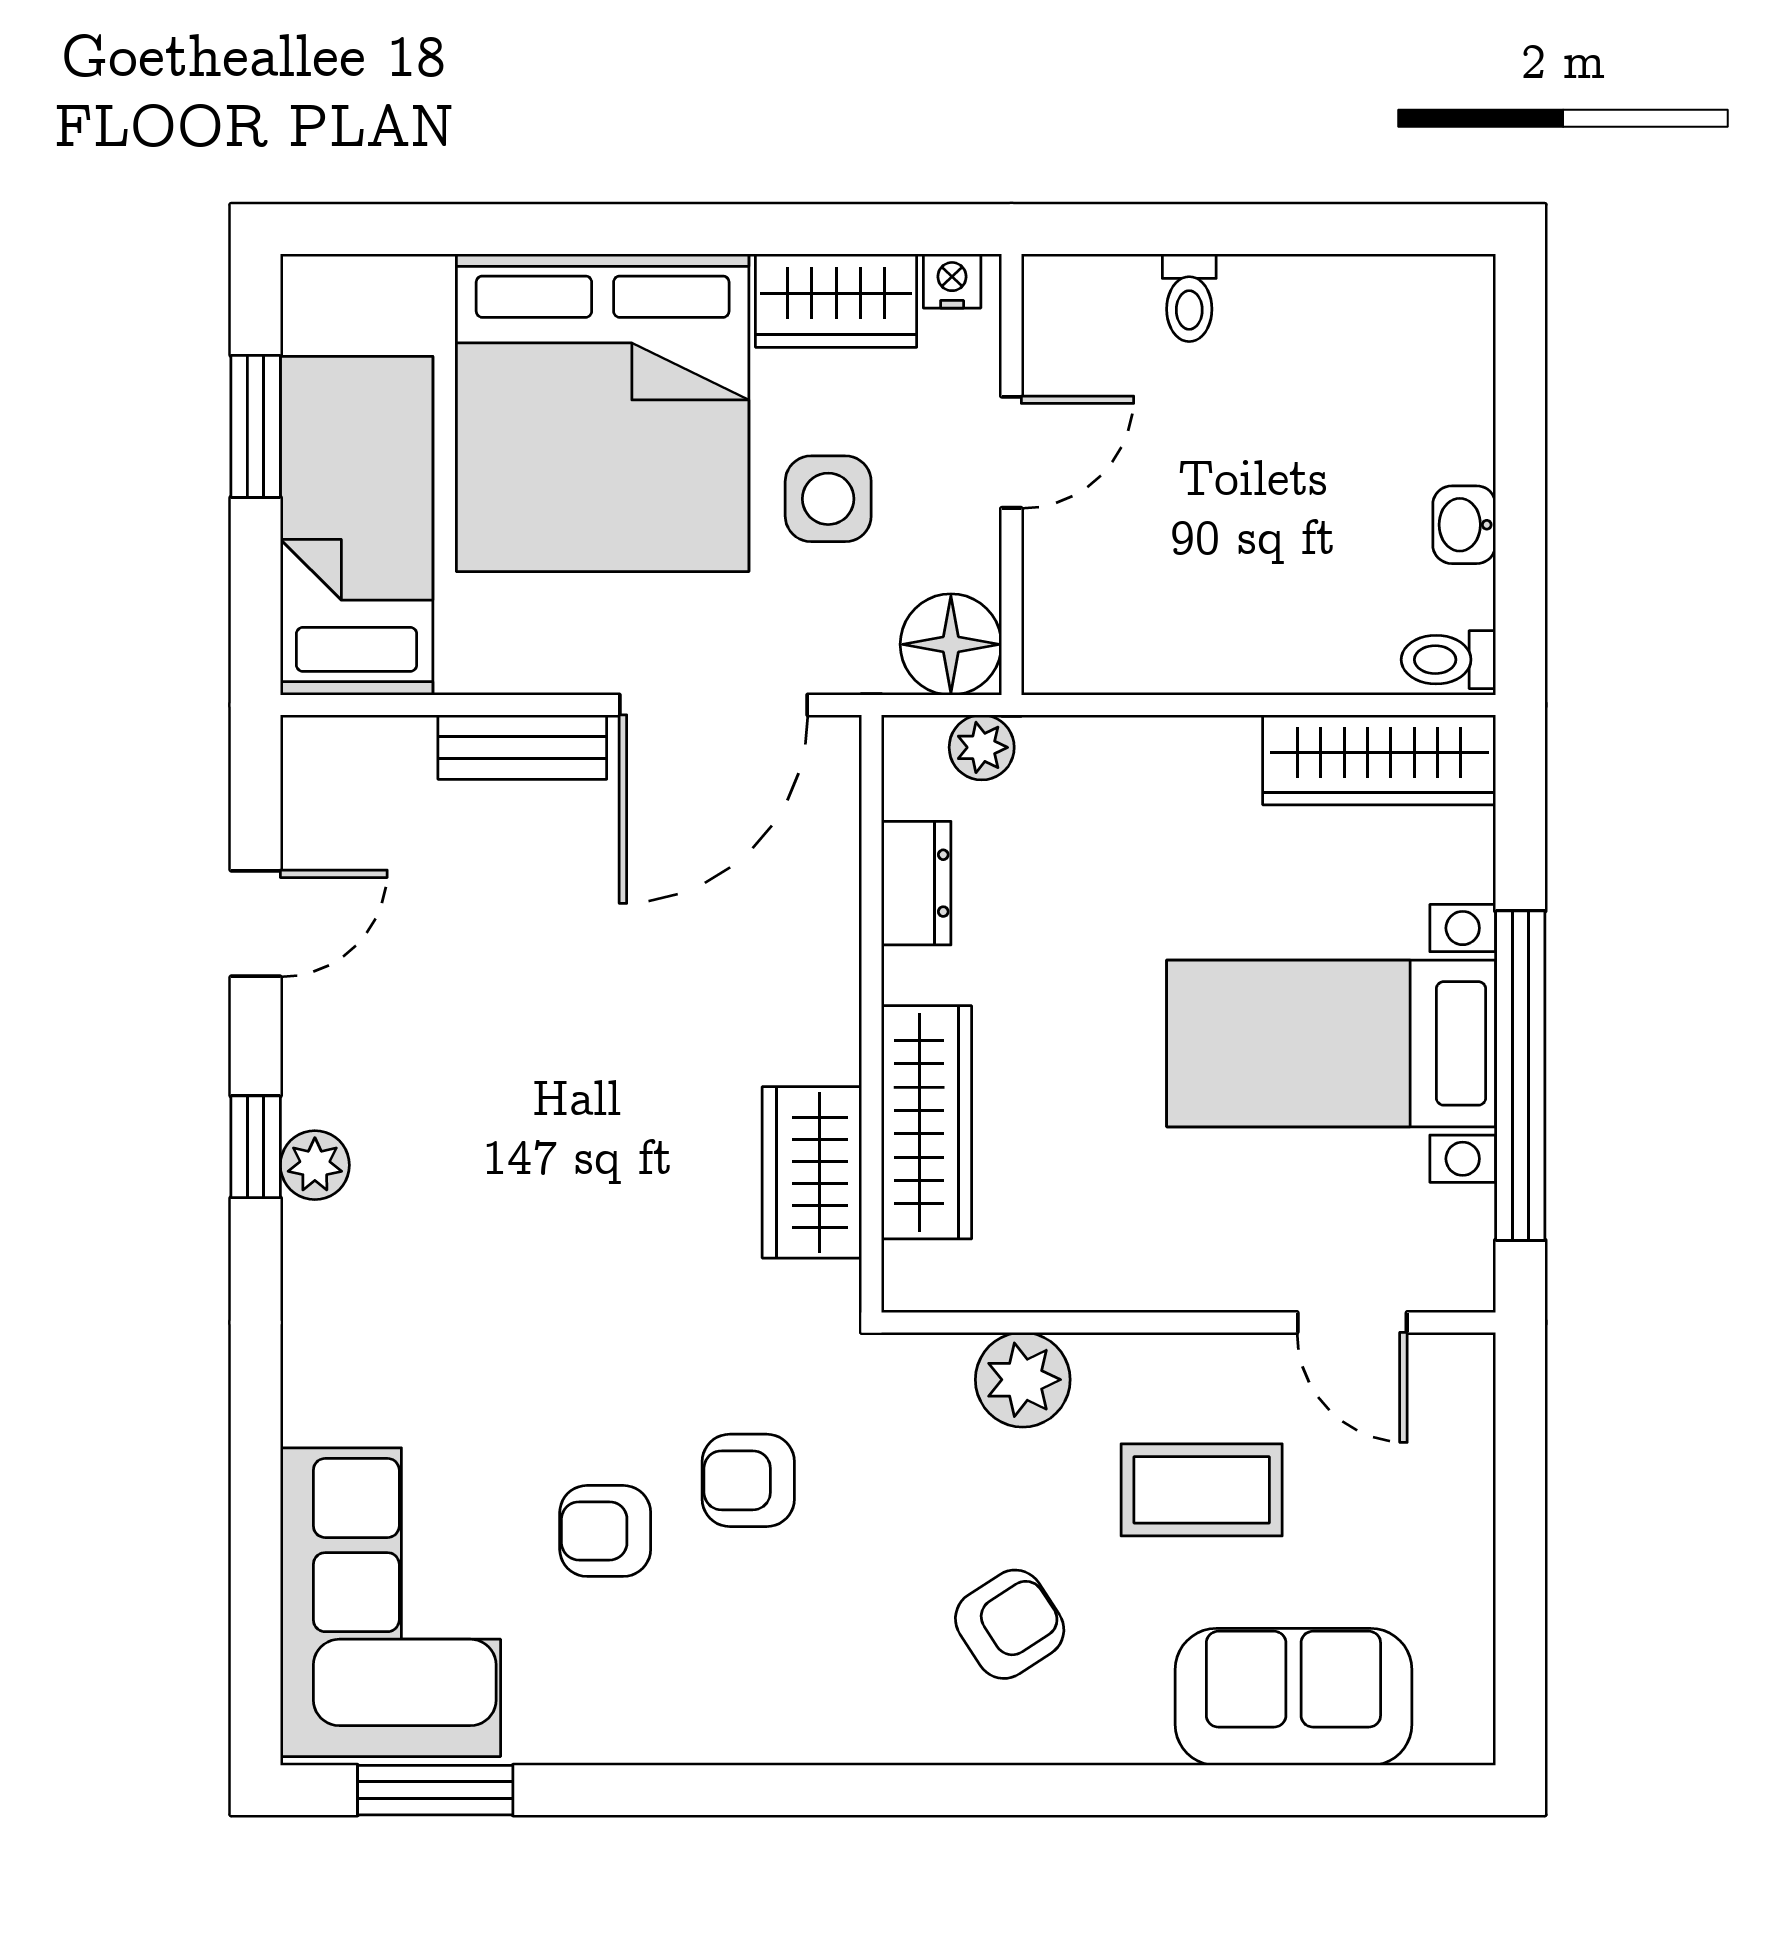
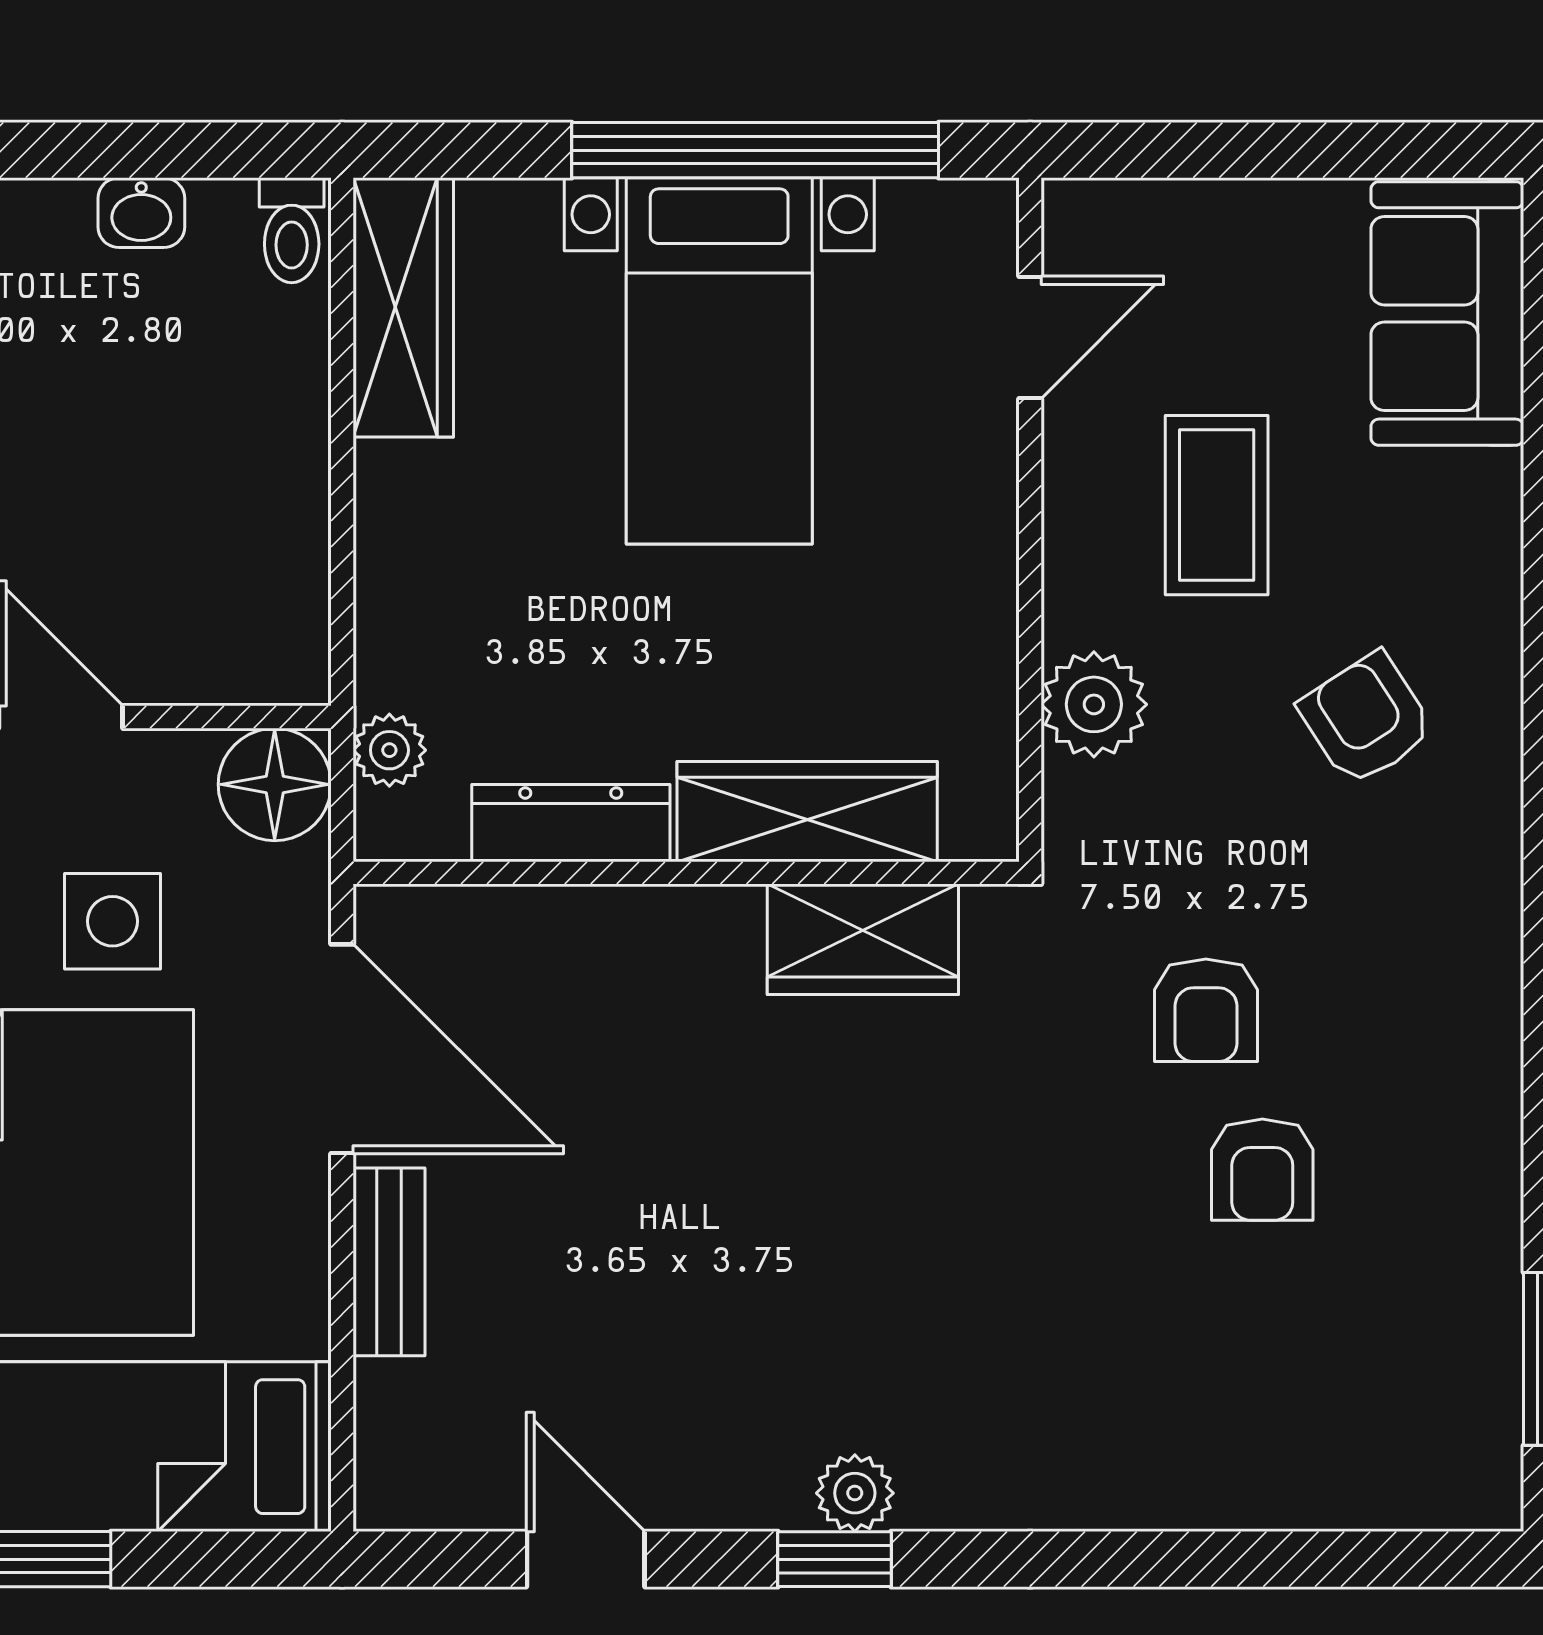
dresser: (916, 883) -> (571, 823), width x1.44
corner sofa: (390, 1602) -> (1342, 1409), removed
sofa: (1293, 1697) -> (1447, 313), moved

